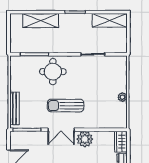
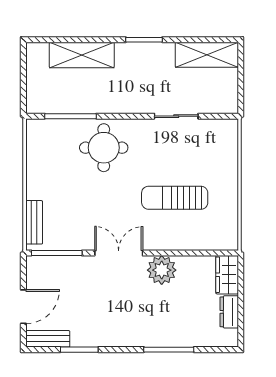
plant: (122, 97) -> (230, 194), removed
sun lounger: (66, 106) -> (175, 198), moved
bench: (14, 108) -> (34, 222), width x0.73
double door: (61, 130) -> (119, 253), swing flipped

